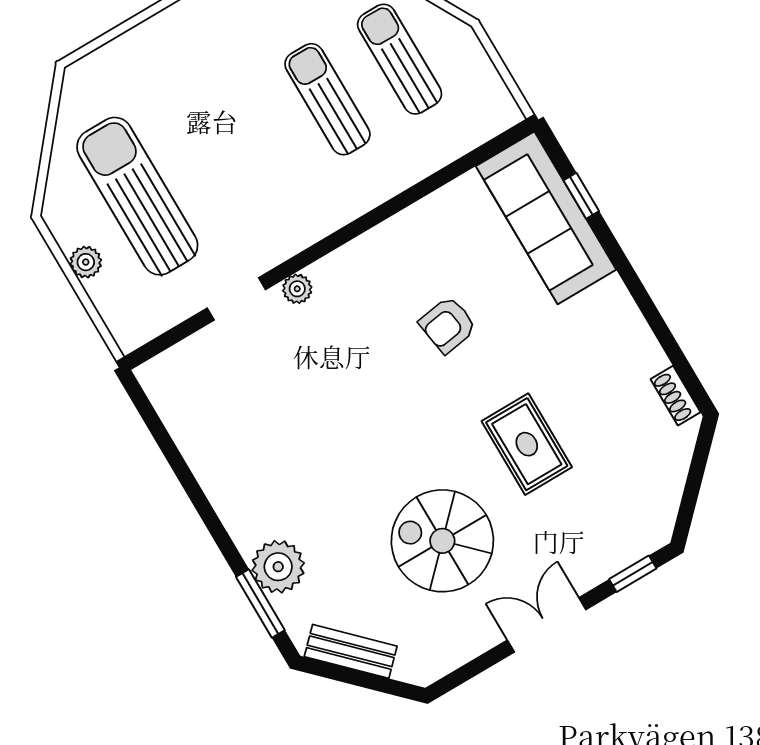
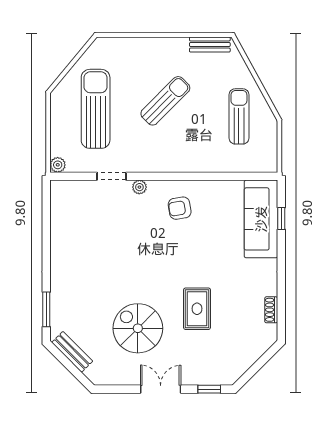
sun lounger: (327, 99) -> (165, 101), moved, turned 45
plant: (86, 262) -> (58, 165), moved
armchair: (448, 325) -> (180, 208), moved
shoe rack: (676, 396) -> (271, 310), moved
plant: (278, 567) -> (63, 299), removed

